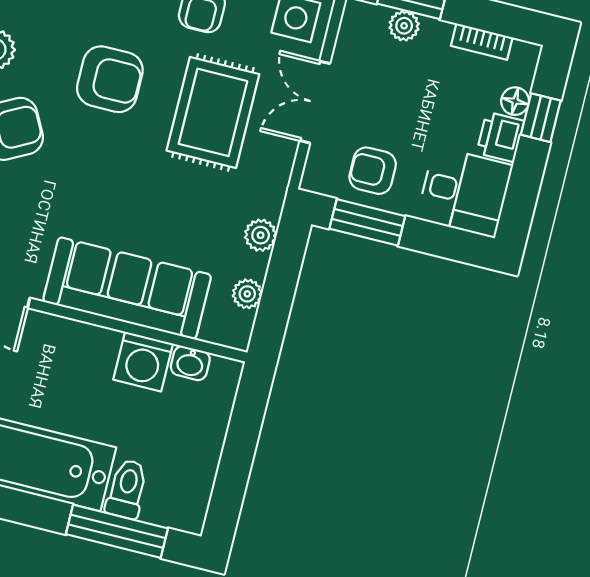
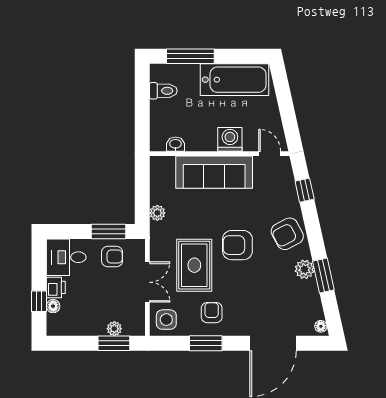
bookcase: (482, 42) -> (76, 330), removed
armchair: (110, 79) -> (237, 245), moved
plant: (247, 294) -> (157, 184), removed
washing machine: (143, 362) -> (230, 139), moved
toilet: (127, 489) -> (163, 91), moved, turned -90

